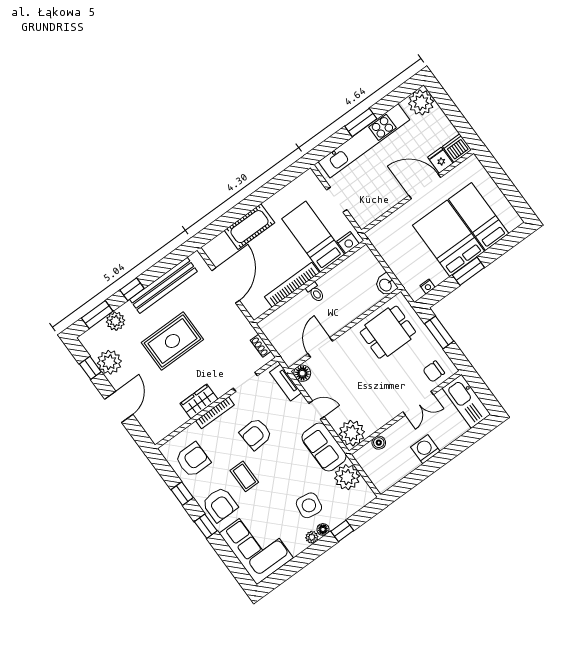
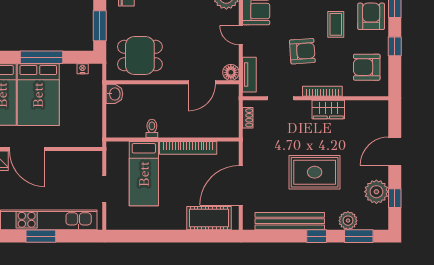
cot: (249, 227) -> (209, 218), moved
nightstand: (348, 243) -> (120, 149), removed
window: (468, 271) -> (42, 57), width x1.44
toilet: (315, 292) -> (152, 128), moved

